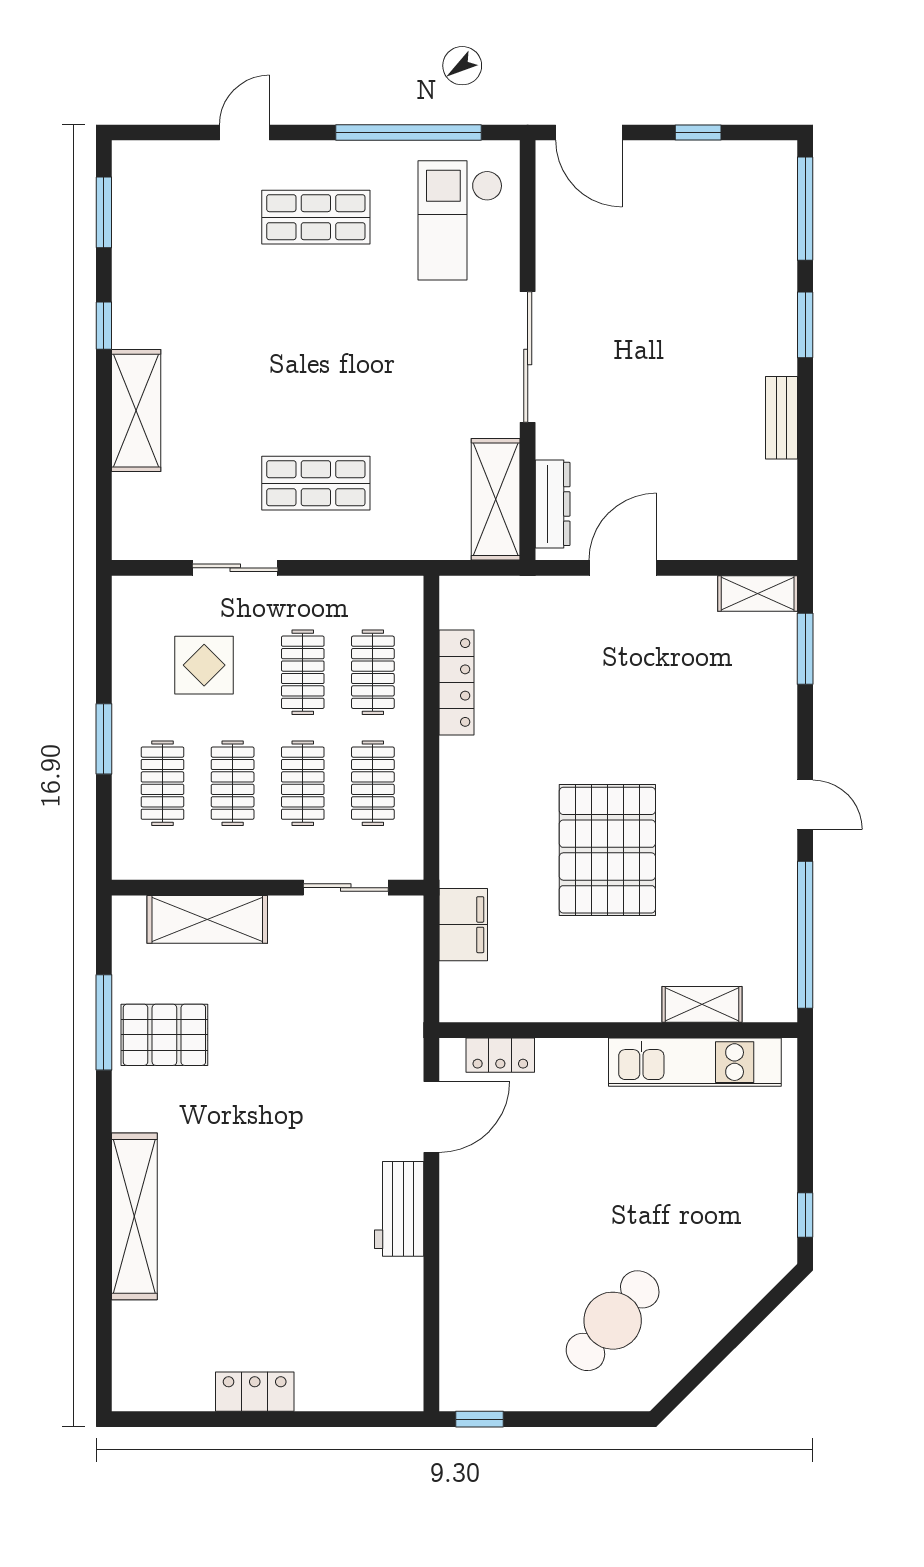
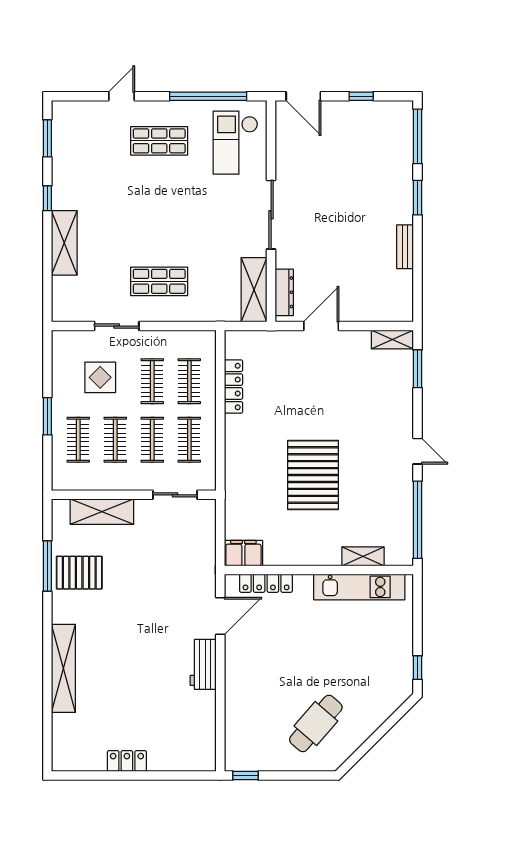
filing cabinet: (463, 925) -> (243, 553), moved, turned -90
locker: (500, 1055) -> (266, 583), width x1.53

